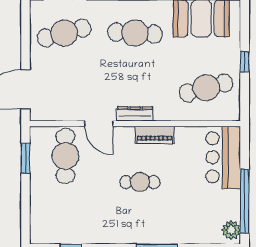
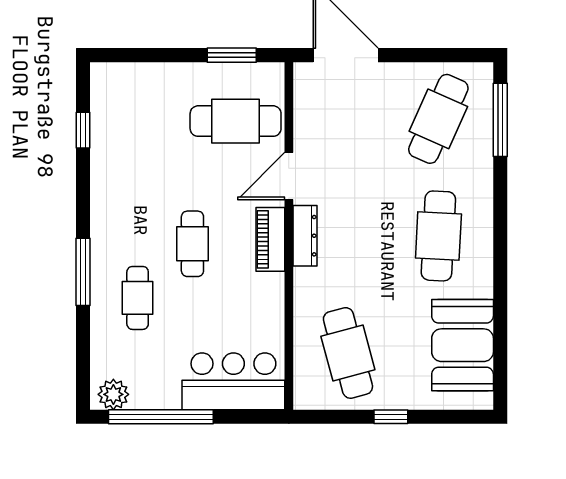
cafe table: (64, 33) -> (438, 119), turned 39
piano: (155, 135) -> (270, 239), moved
cafe table: (173, 215) -> (138, 298), added

